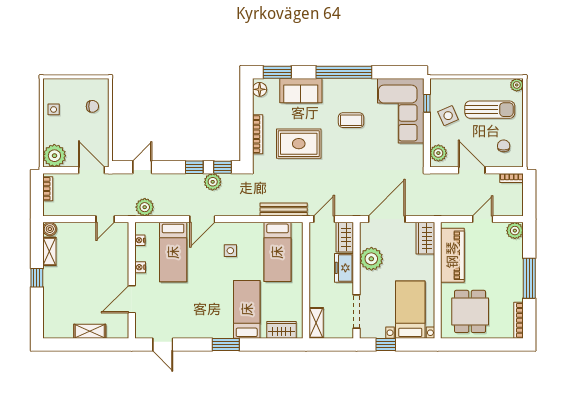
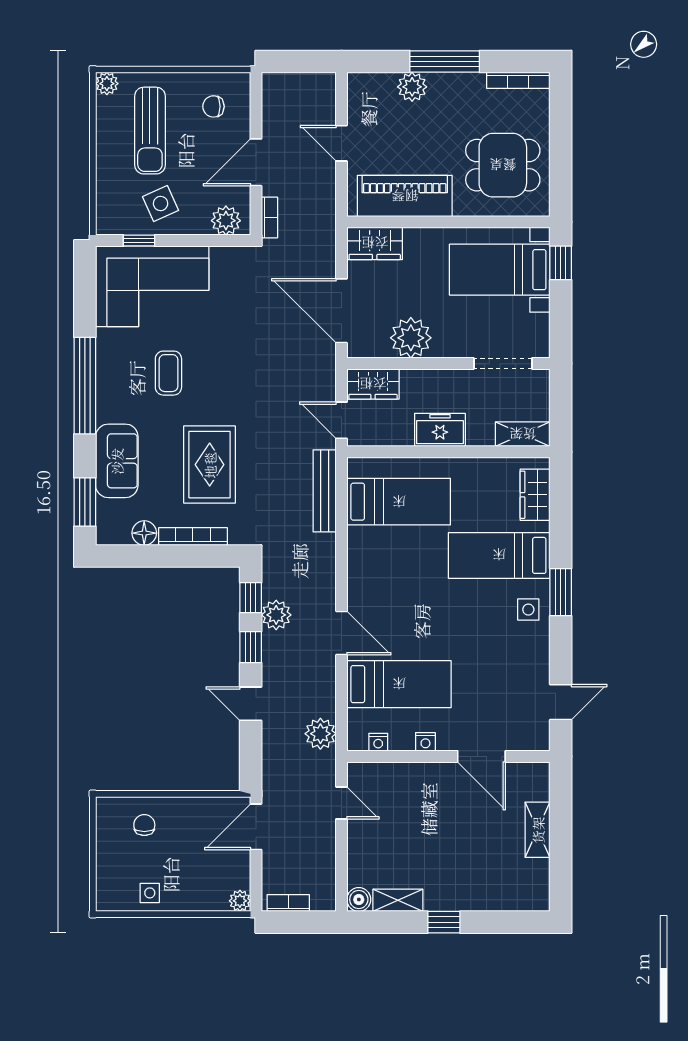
floor lamp: (260, 89) -> (144, 533), moved
sun lounger: (490, 110) -> (150, 131), turned 180
plant: (54, 156) -> (240, 901), width x0.53, depth x0.53
door: (142, 167) -> (251, 704), moved
bookcase: (512, 178) -> (269, 217), moved
plant: (515, 231) -> (412, 87), moved
side table: (230, 251) -> (528, 610), moved
freezer: (344, 268) -> (440, 430), moved, turned 180
window: (386, 345) -> (561, 263), moved

